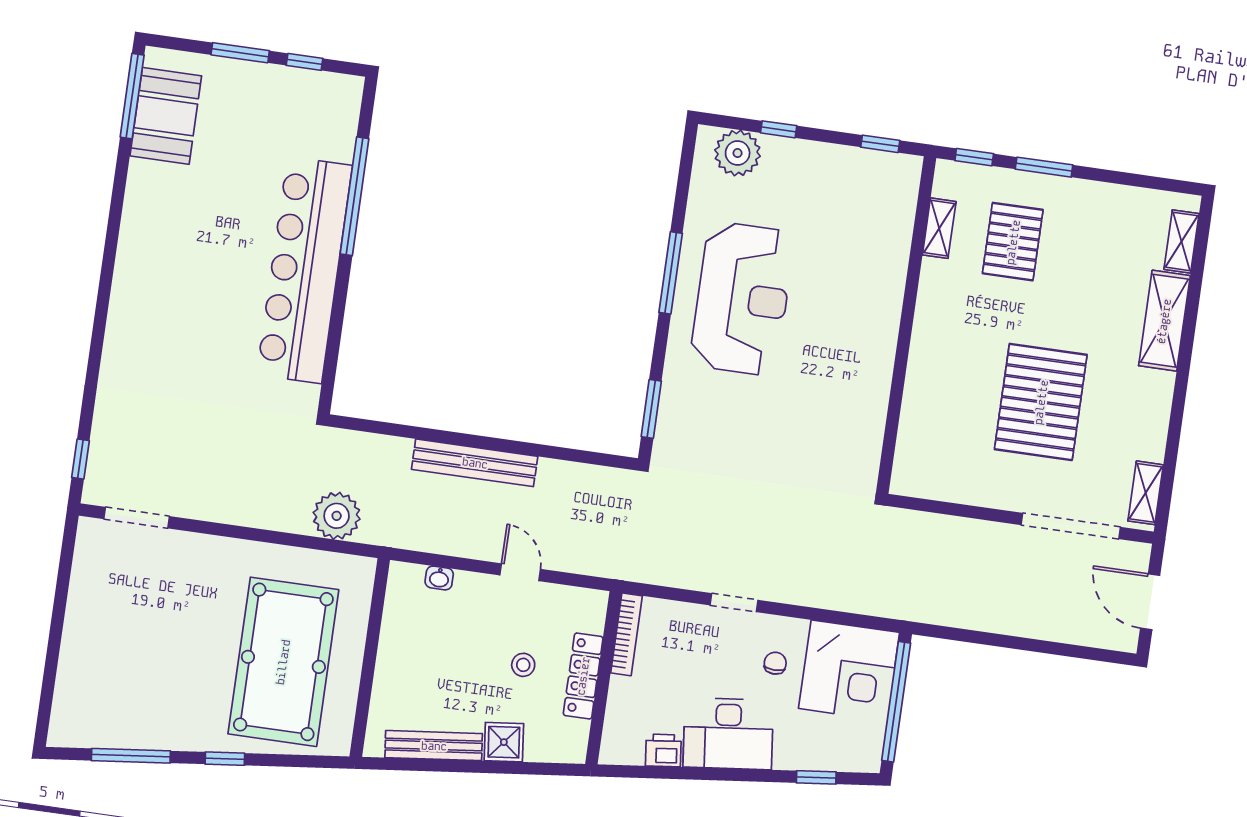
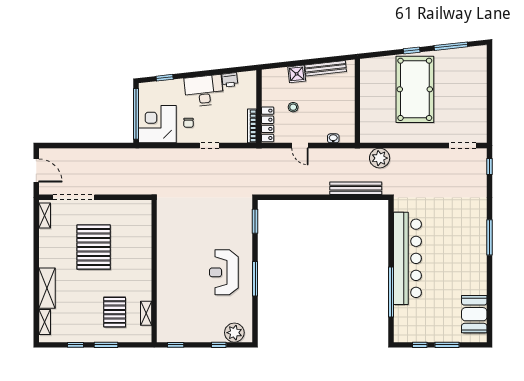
window: (132, 96) -> (489, 237), moved
window: (974, 157) -> (76, 345), moved
reception desk: (742, 299) -> (224, 272), width x0.74, depth x0.77
bench: (475, 463) -> (356, 188), moved
pool table: (283, 662) -> (415, 89), moved
locker: (583, 676) -> (268, 124), moved

